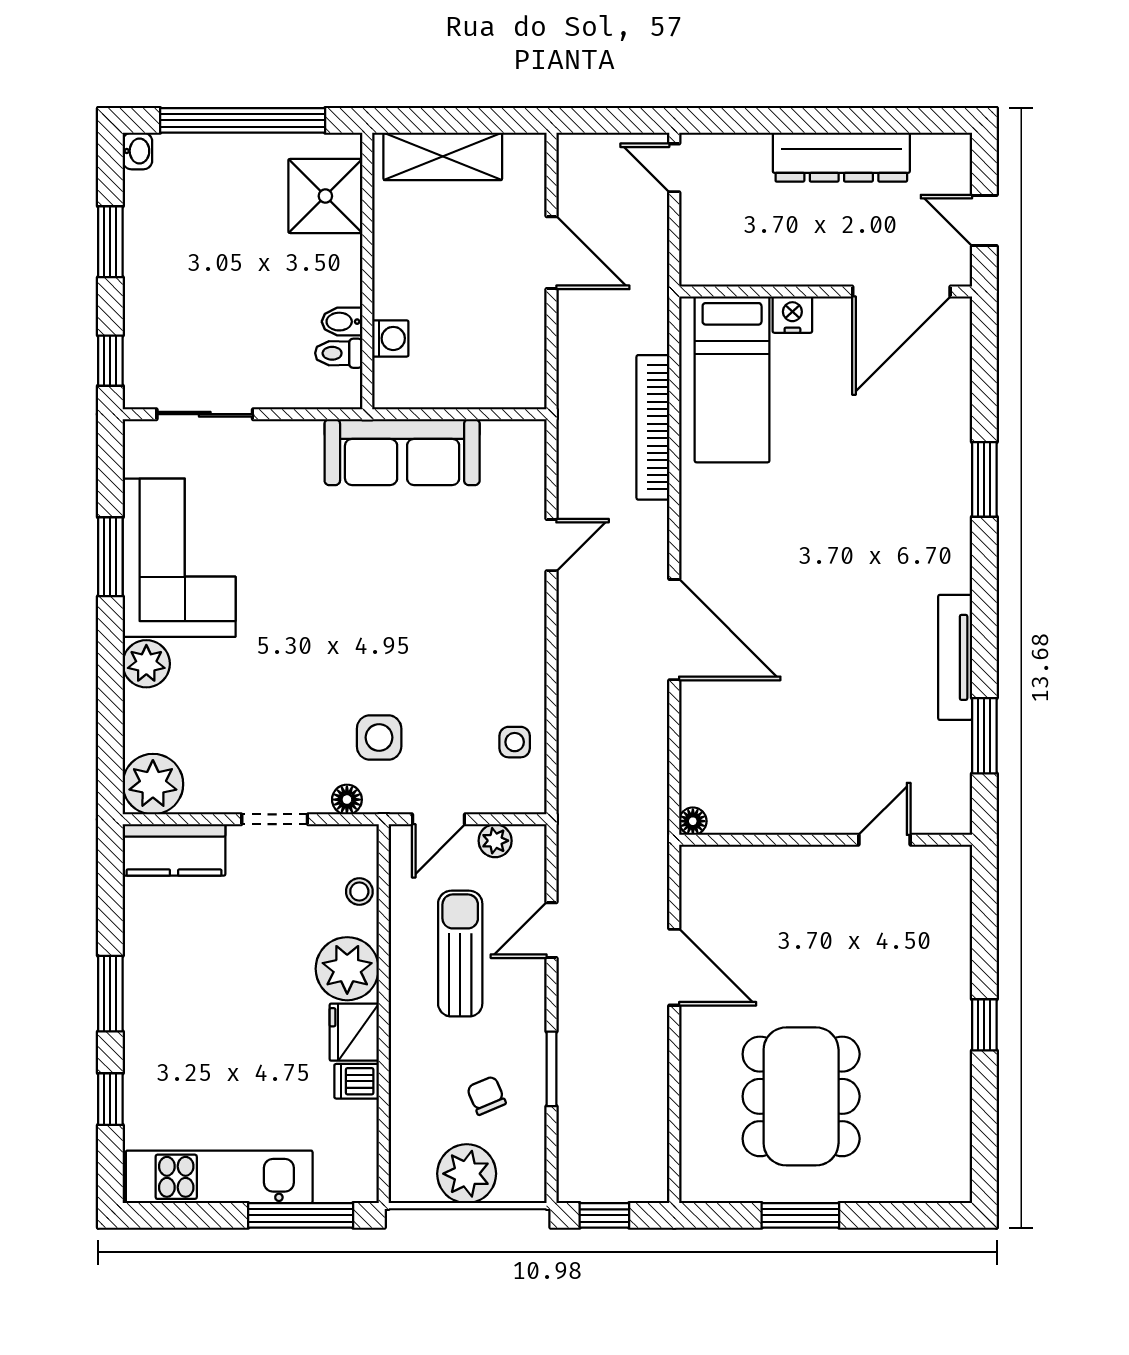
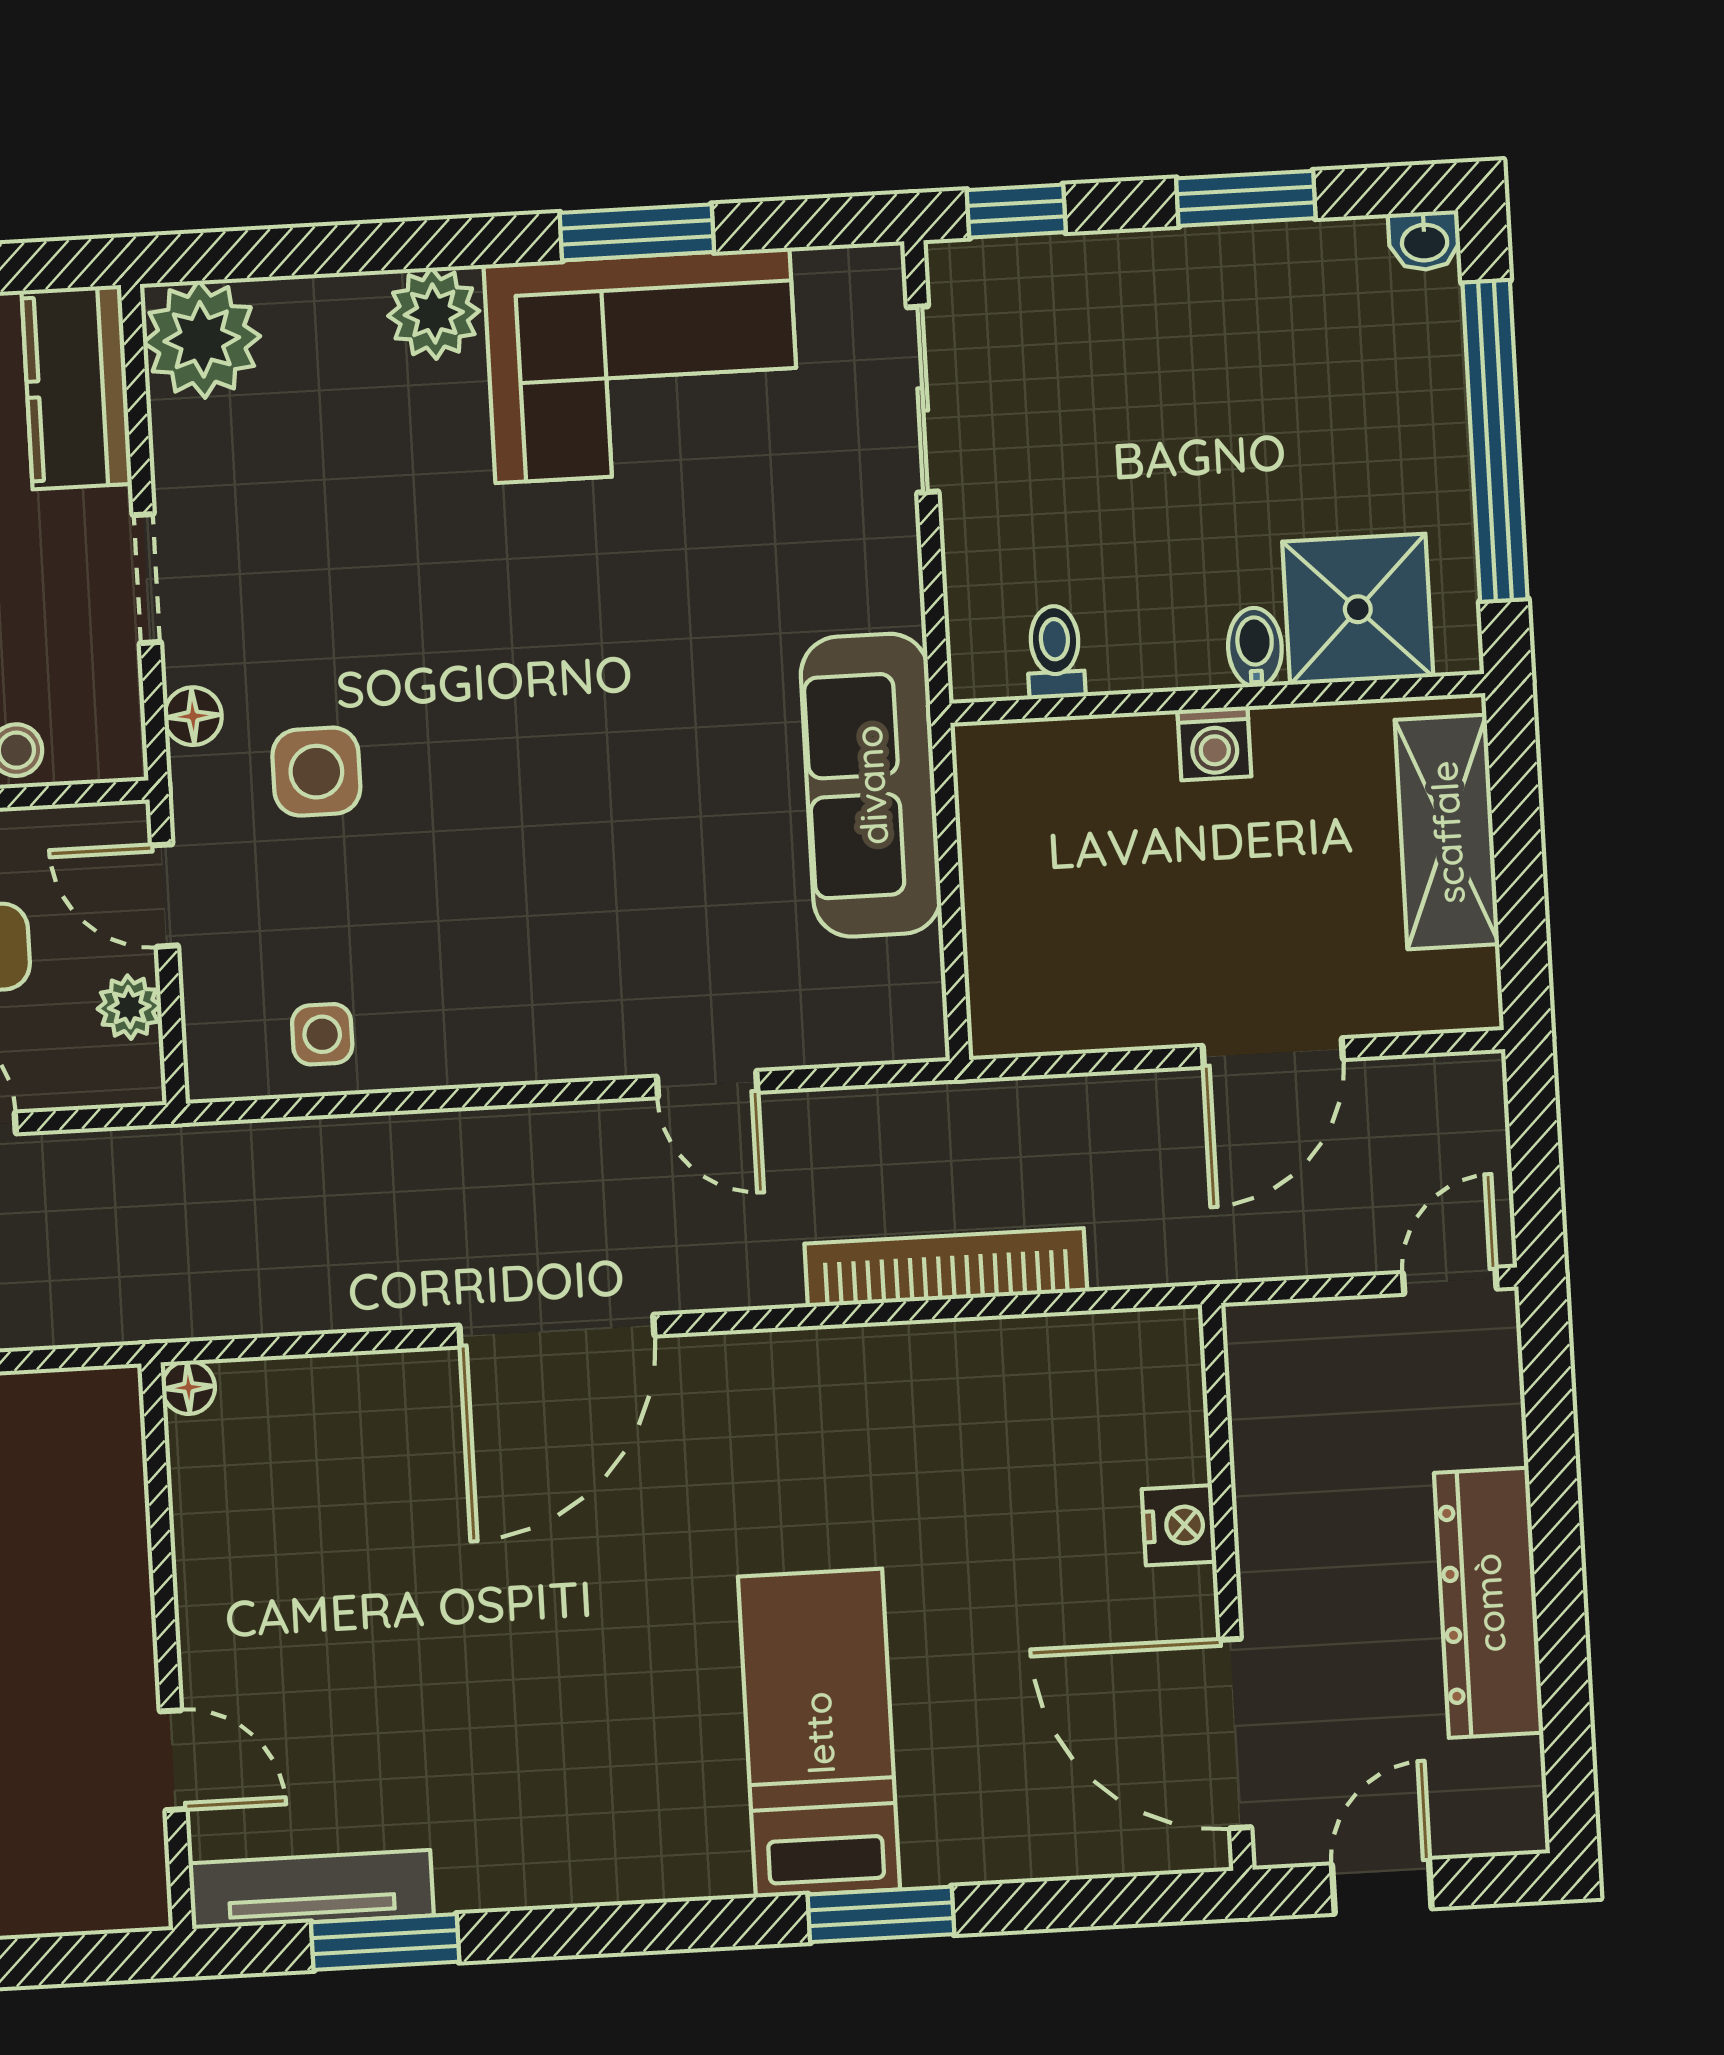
bidet: (342, 322) -> (1255, 647), moved
washing machine: (390, 338) -> (1214, 743), moved
bed: (732, 379) -> (819, 1733), moved, turned 90
tv unit: (955, 657) -> (311, 1889), moved

